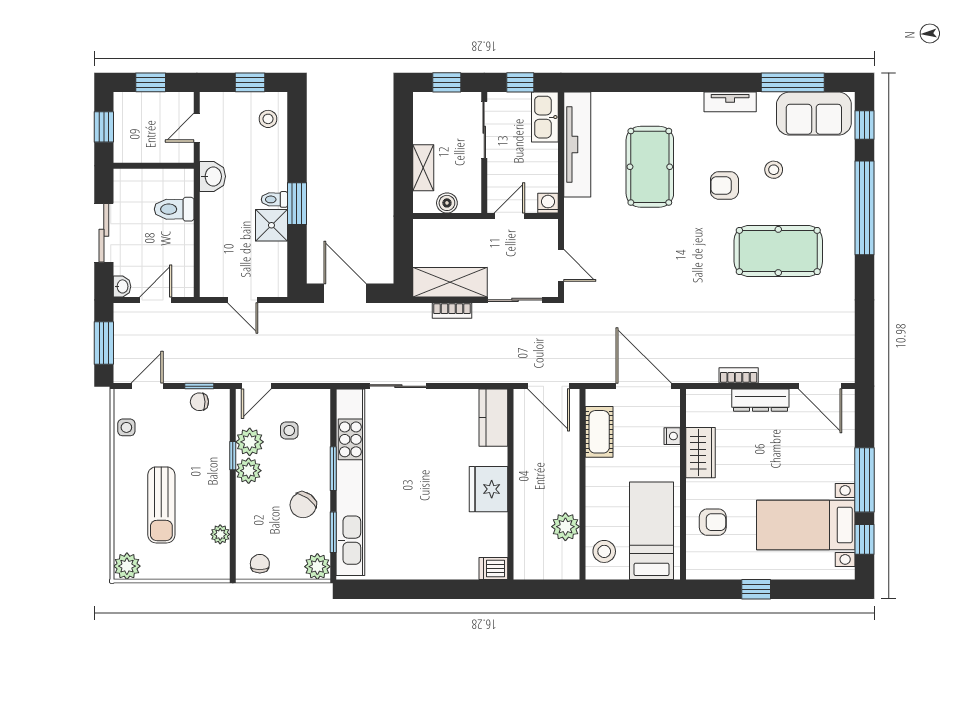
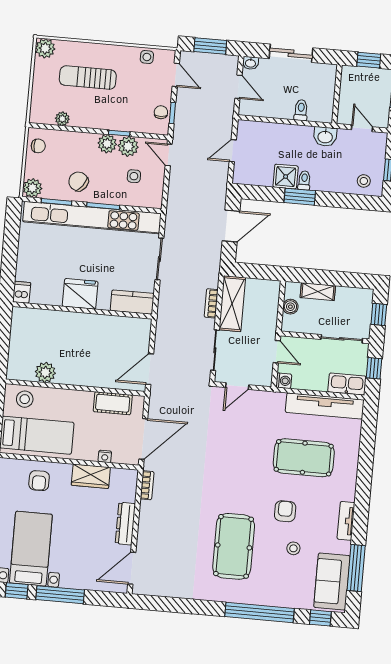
toilet: (174, 209) -> (301, 110), width x0.73, depth x0.72
bookcase: (739, 375) -> (147, 485), moved
kitchen counter: (493, 418) -> (132, 302), moved
wall: (511, 484) -> (82, 310), moved
fridge: (489, 489) -> (80, 294), moved
dishwasher: (493, 569) -> (22, 292), moved

